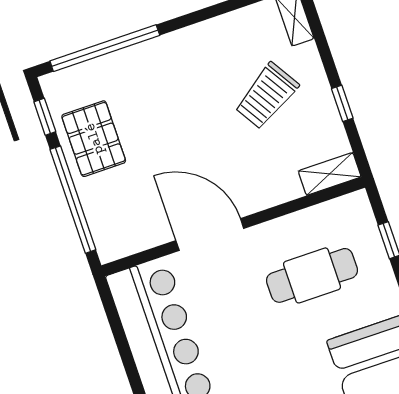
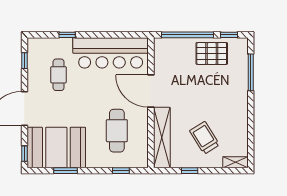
window: (105, 48) -> (251, 72), width x0.68
shelving: (330, 174) -> (162, 138), width x2.20, depth x1.33
door: (210, 234) -> (151, 91), swing flipped

